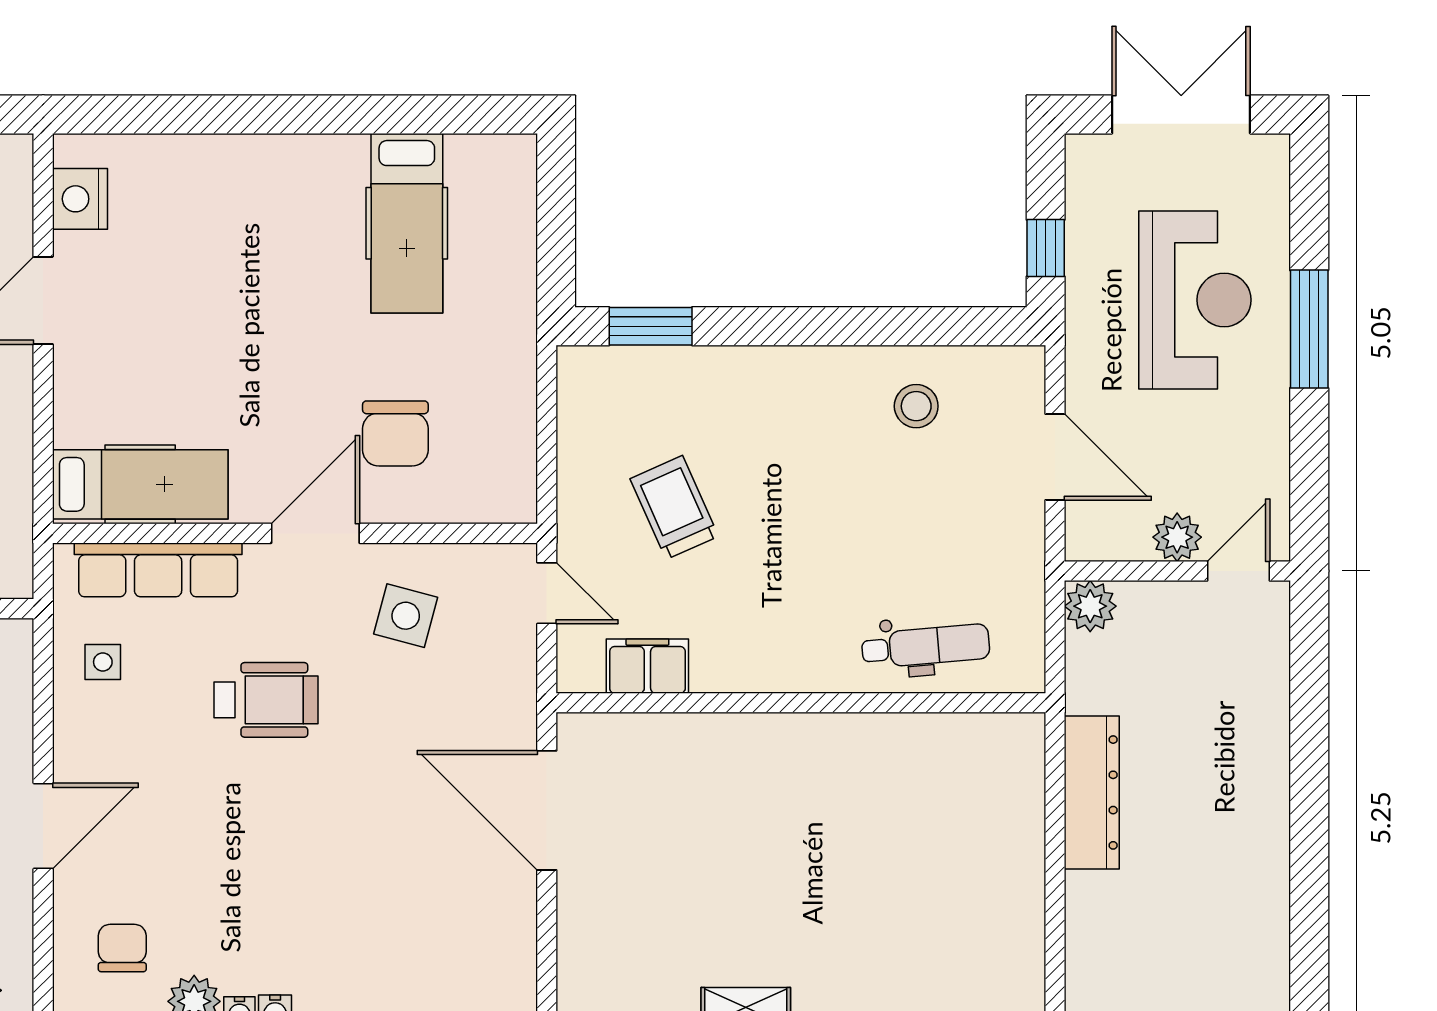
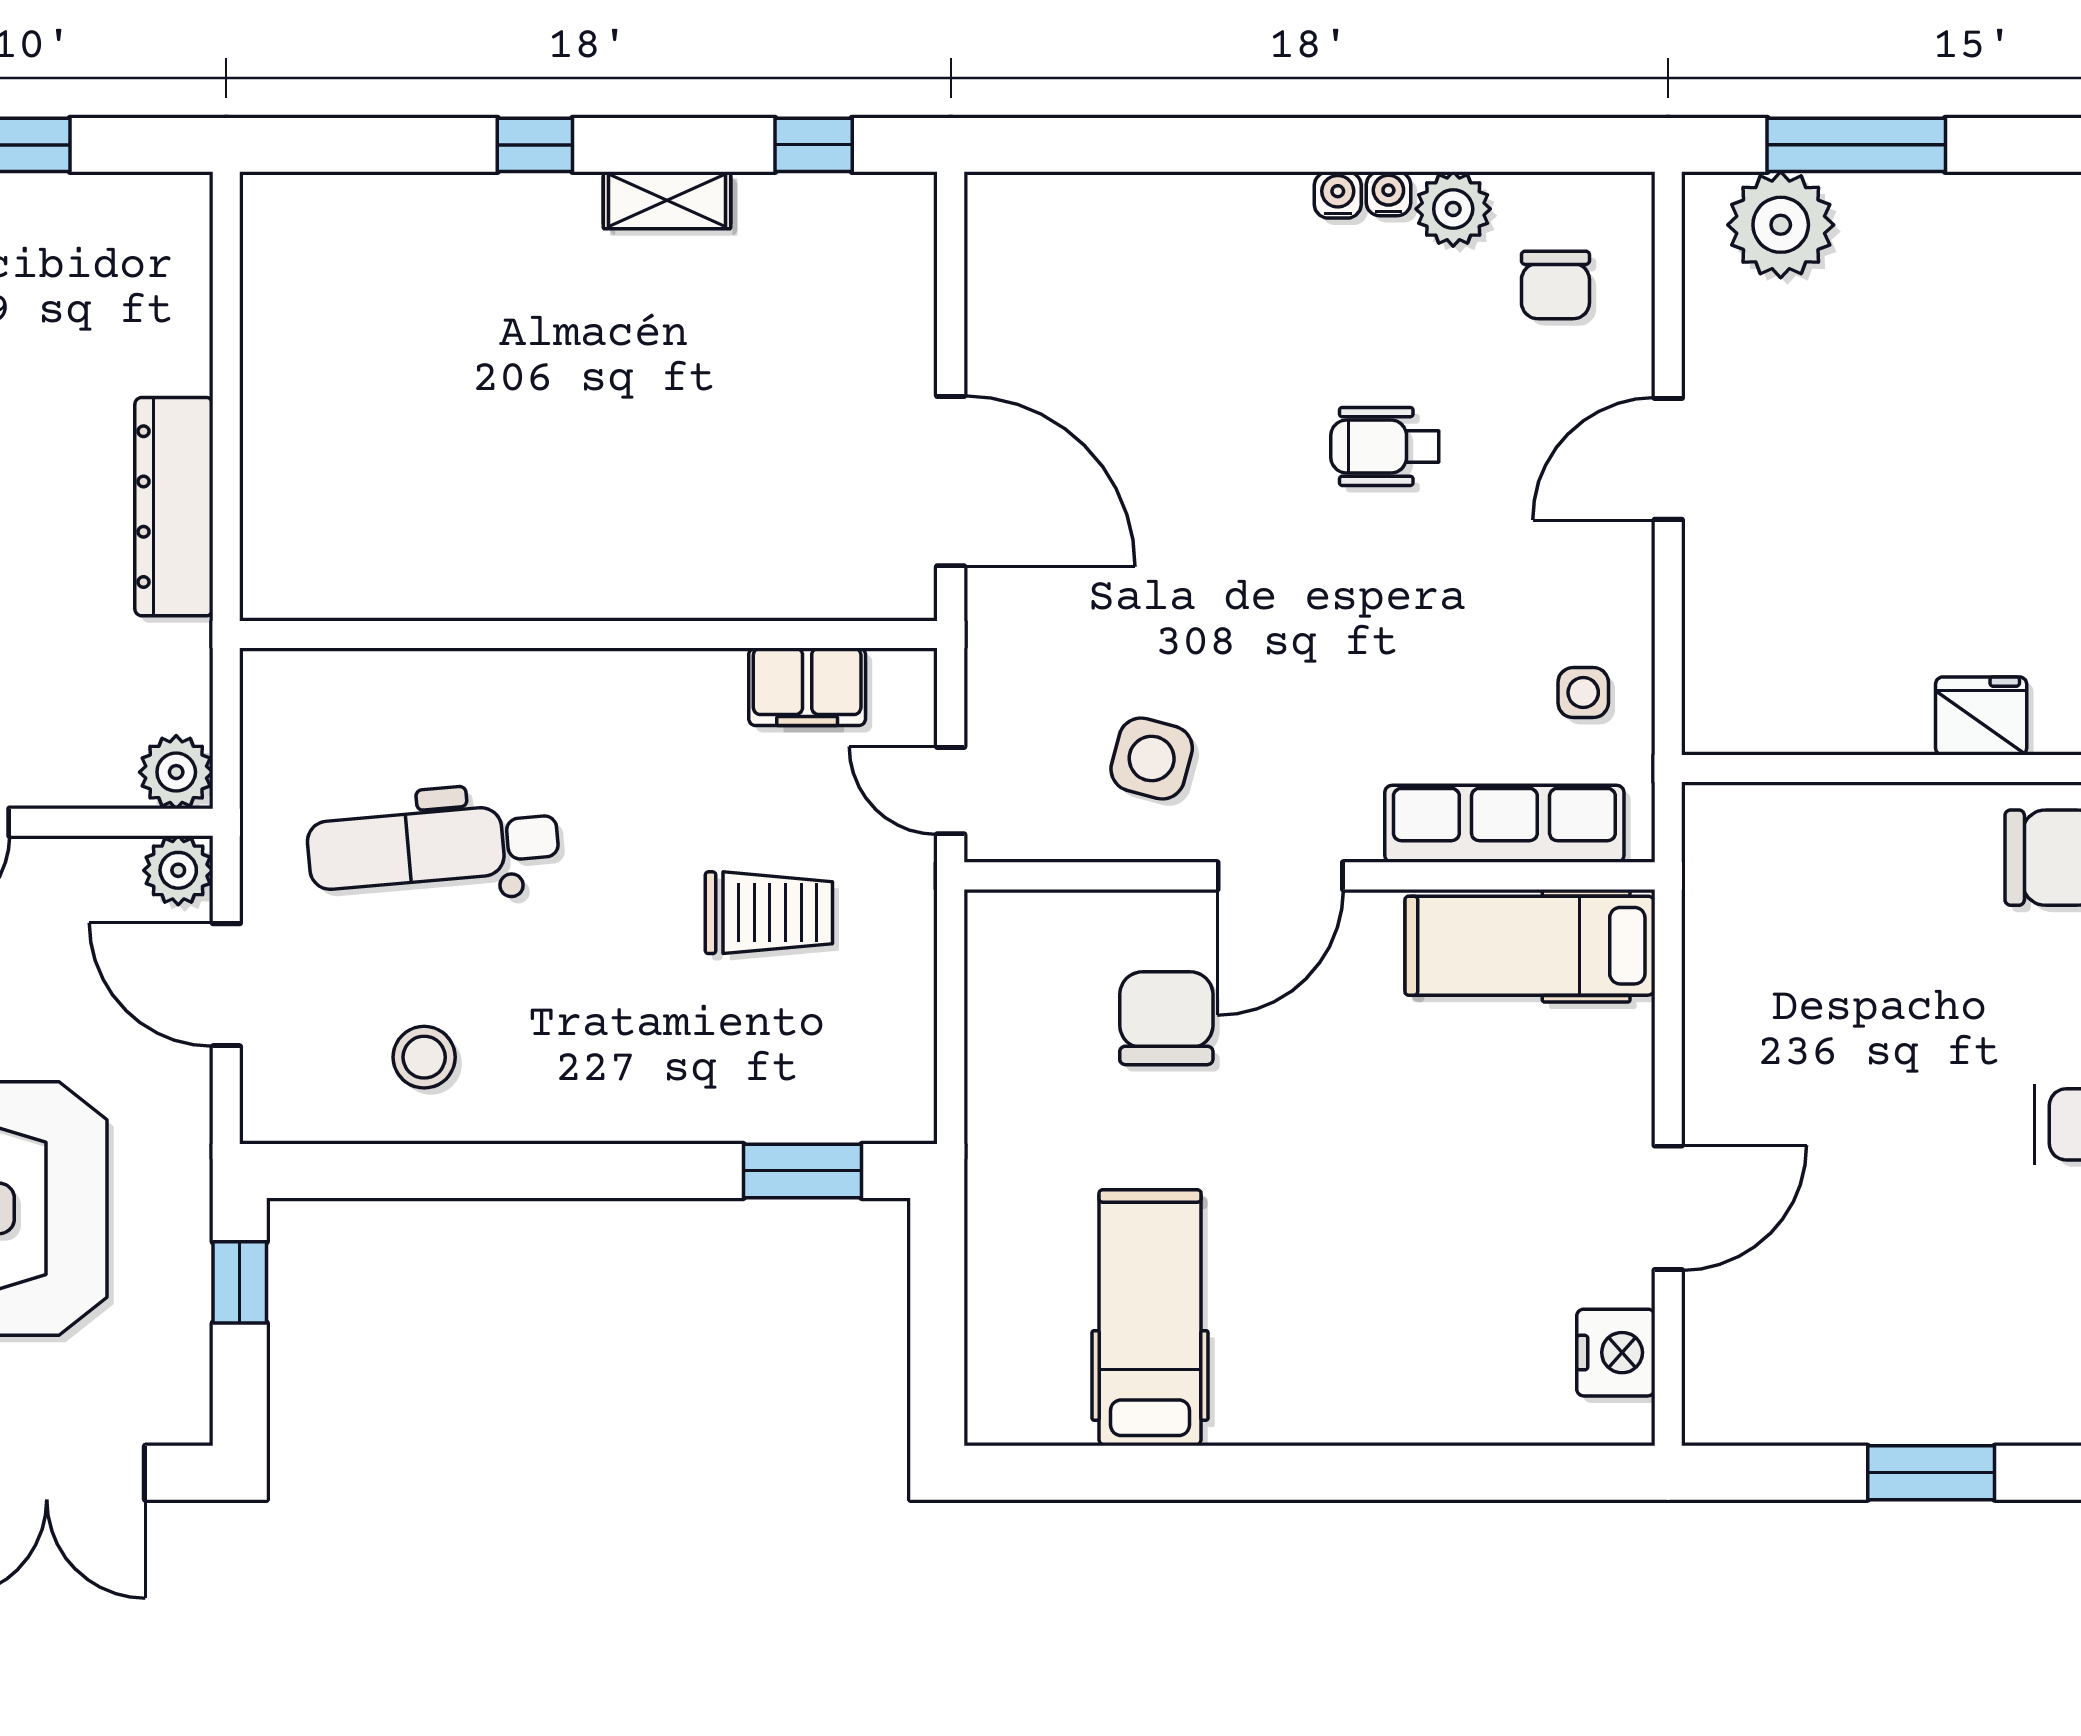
trolley: (674, 507) -> (769, 913), turned -66
plant: (1177, 537) -> (178, 870), moved
dental chair: (926, 646) -> (433, 846), moved, width x1.36, depth x1.38
wheelchair: (266, 700) -> (1385, 446), moved, width x0.73, depth x0.73

